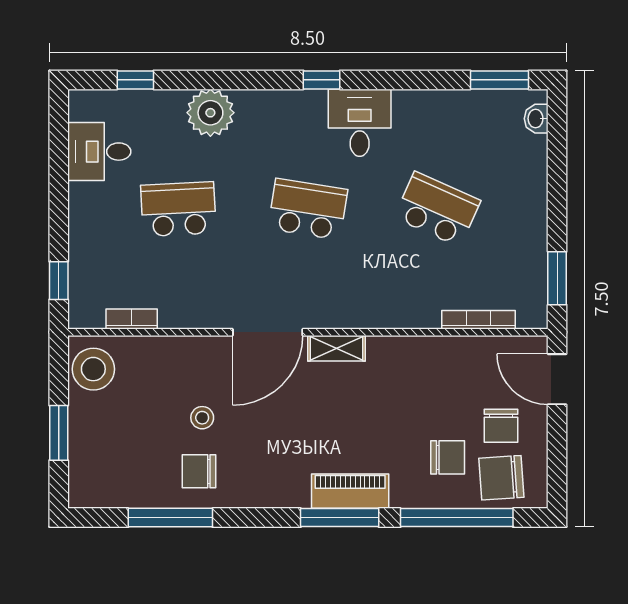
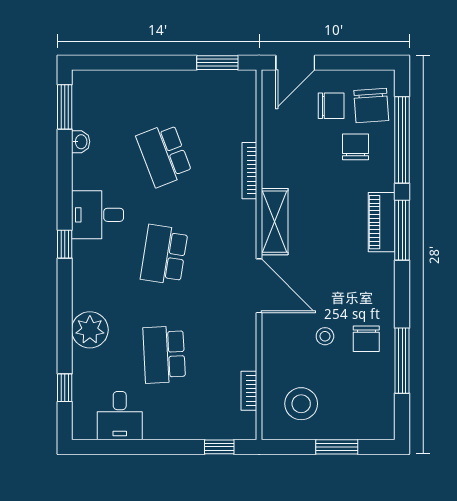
washbasin: (536, 119) -> (81, 142), moved, turned -90
school desk: (437, 209) -> (164, 155), turned -45
bookcase: (479, 320) -> (249, 171), moved
shelving: (336, 348) -> (275, 222), width x1.50, depth x1.33
stool: (93, 369) -> (301, 404), moved

